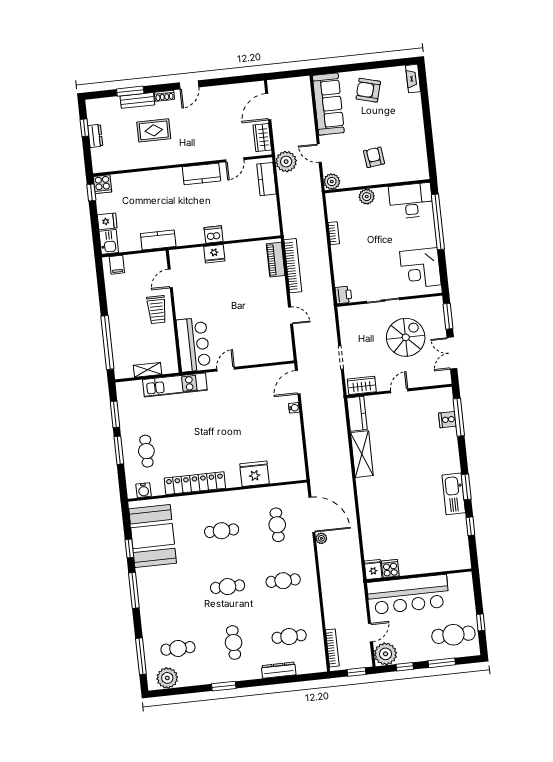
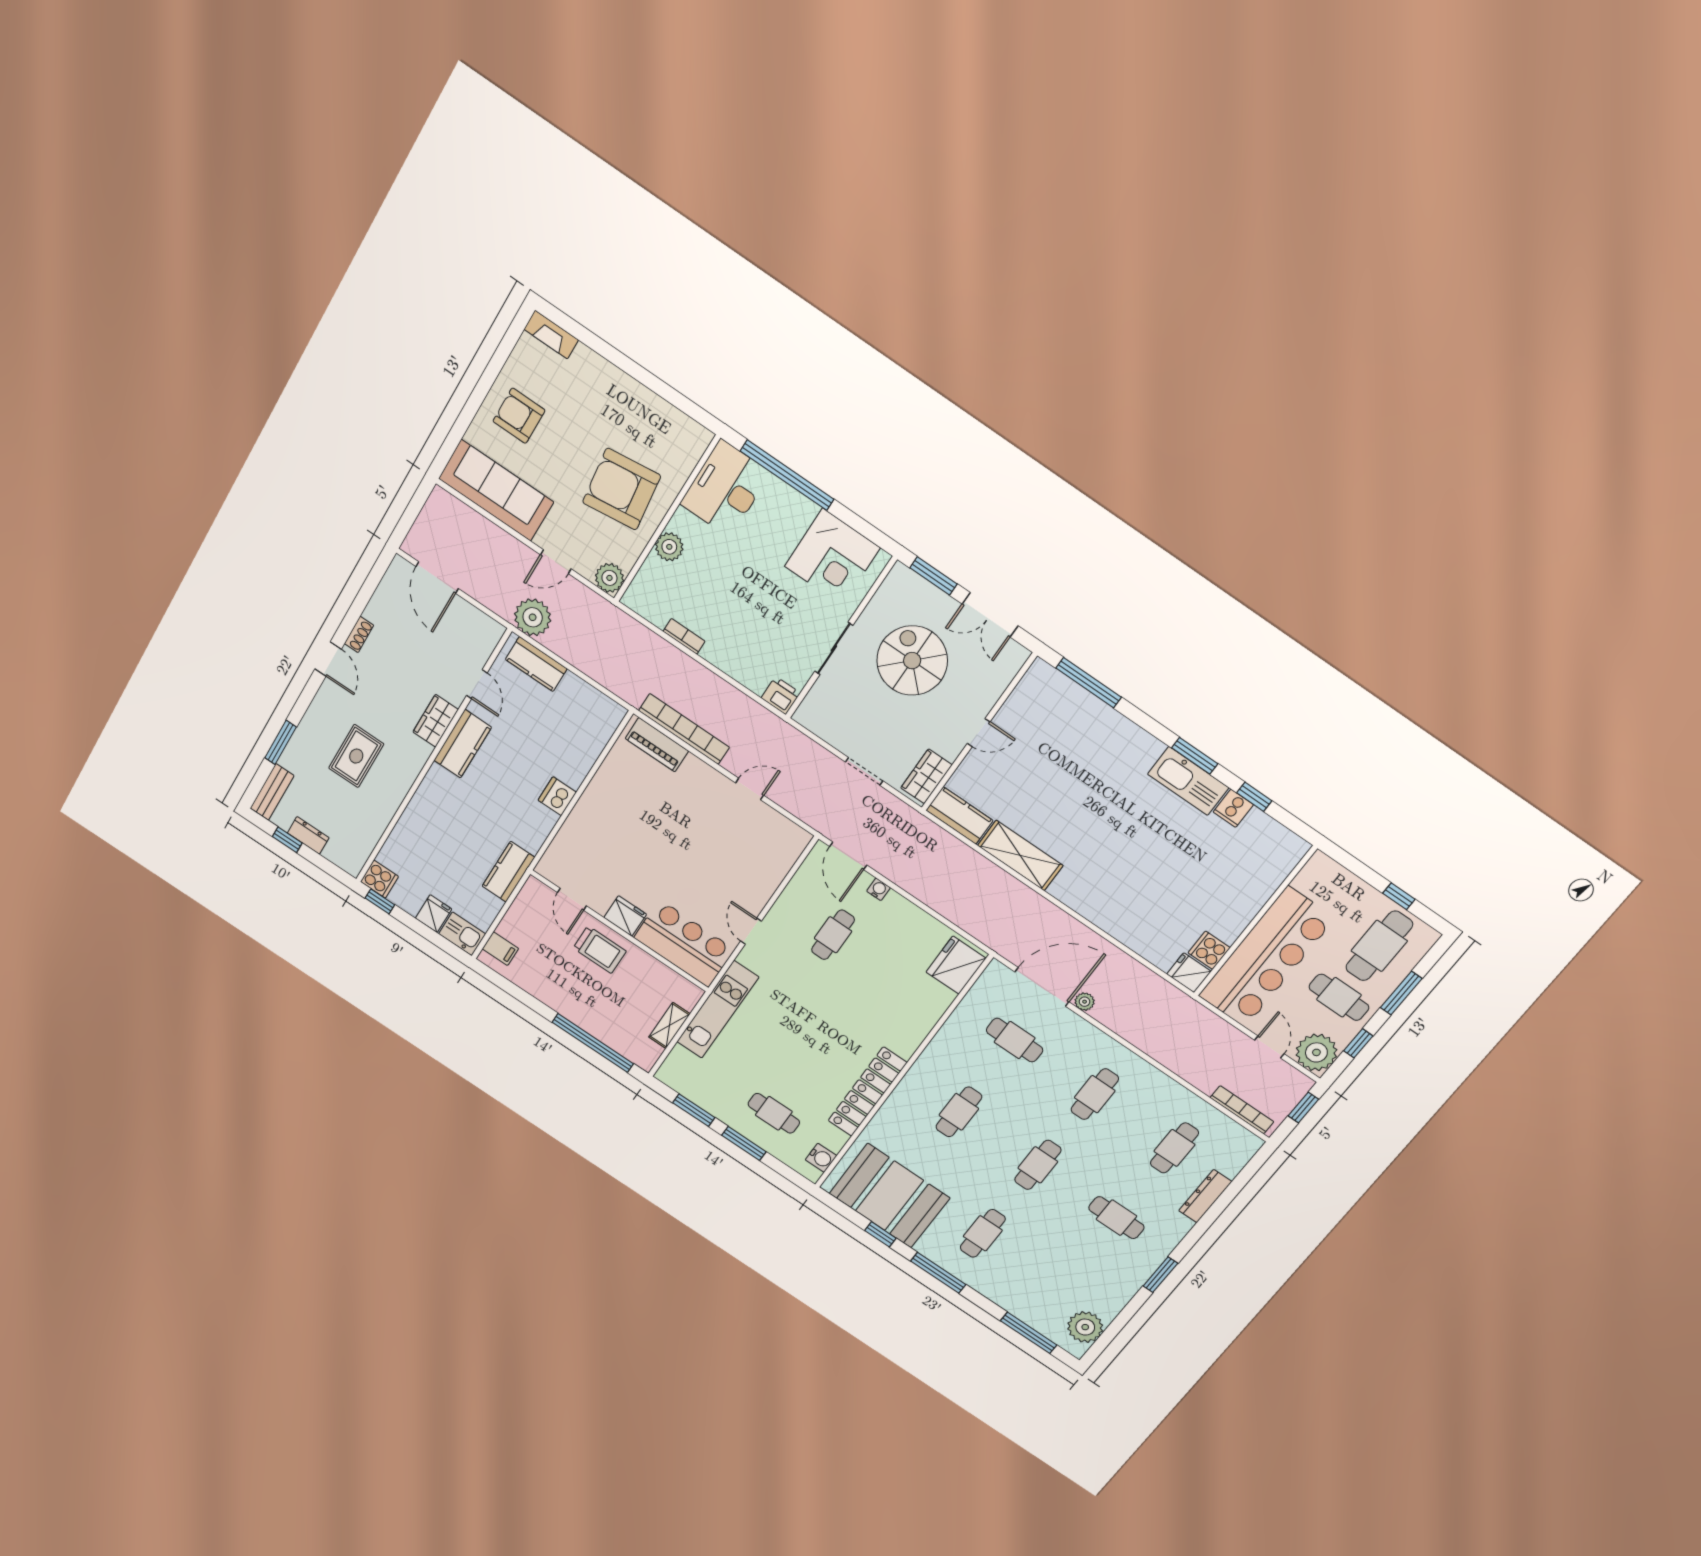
armchair: (368, 90) -> (519, 416), turned 75
shoe rack: (164, 96) -> (359, 634), moved
bench: (137, 100) -> (272, 792), moved
wardrobe: (262, 137) -> (436, 721), moved, turned 90
armchair: (374, 157) -> (622, 489), width x1.88, depth x1.88
fridge: (214, 254) -> (625, 916), moved, turned -90
door: (399, 391) -> (979, 733), swing flipped
cafe table: (256, 406) -> (833, 935), added
cooker: (447, 420) -> (1233, 808), moved
fridge: (254, 474) -> (956, 965), moved
cafe table: (417, 640) -> (1339, 997), added
cafe table: (178, 648) -> (983, 1233), moved

